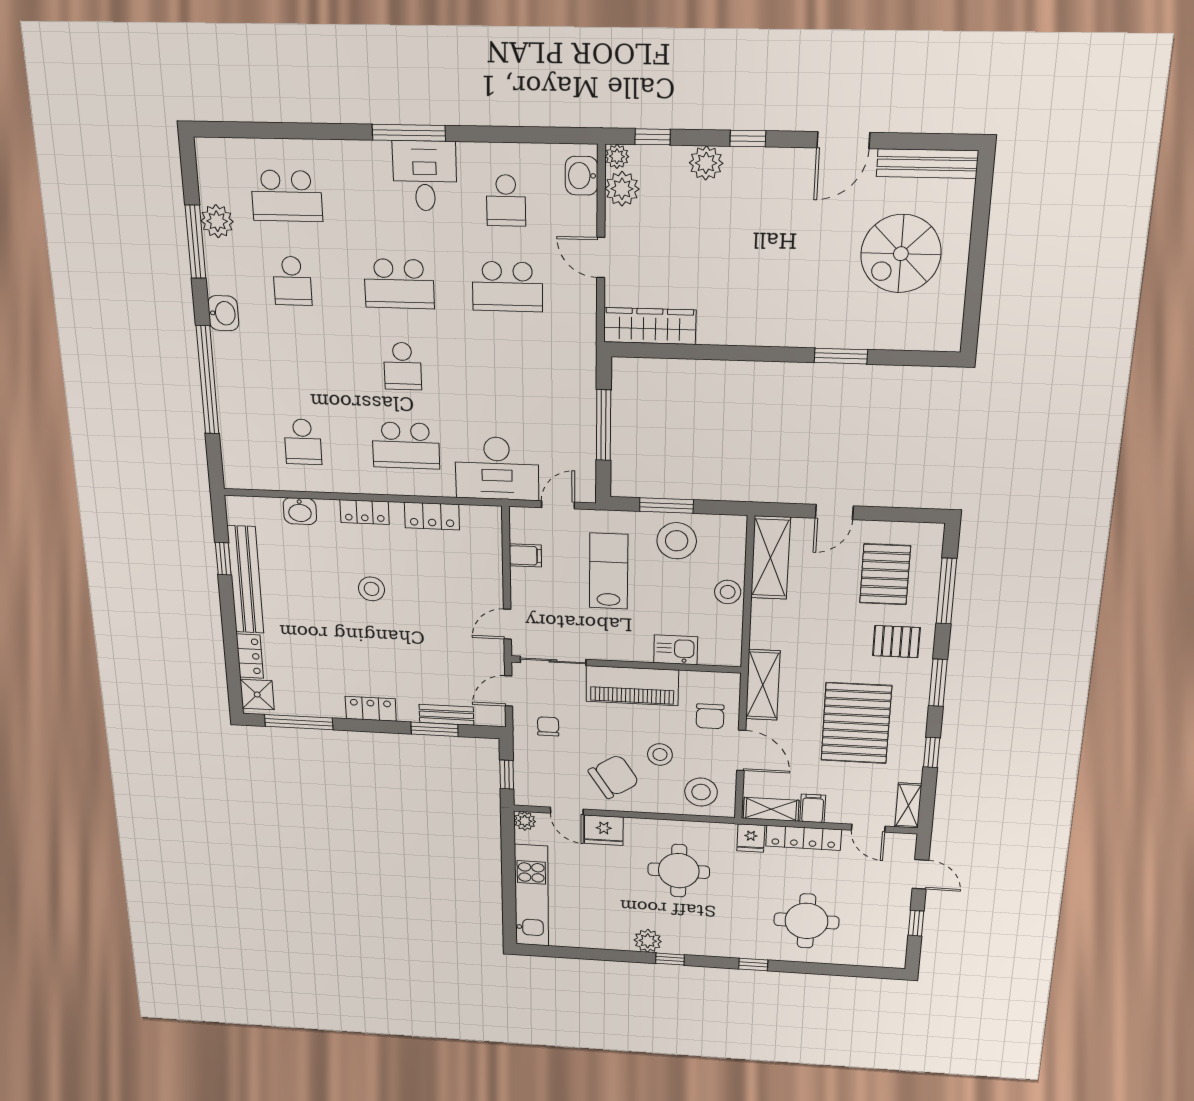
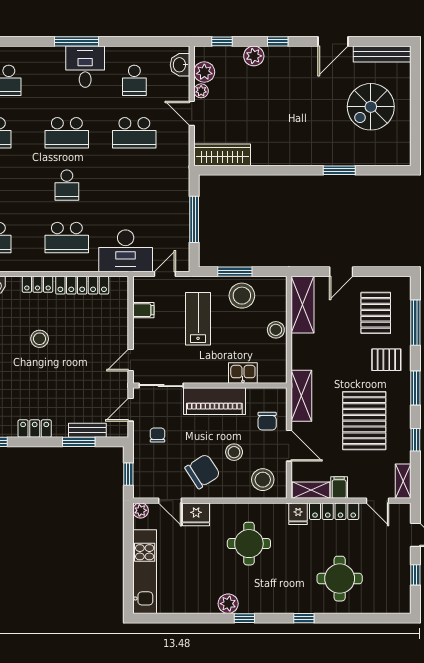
plant: (617, 156) -> (201, 91), moved
locker: (432, 516) -> (82, 285), width x1.53

